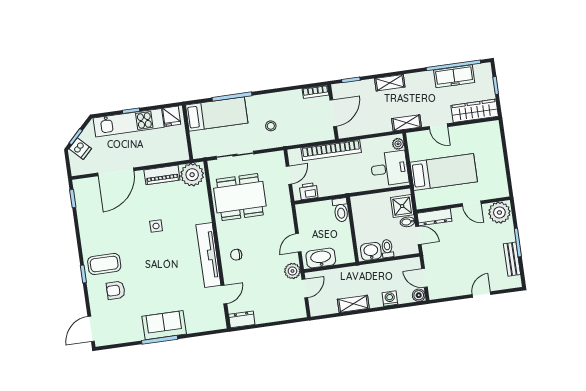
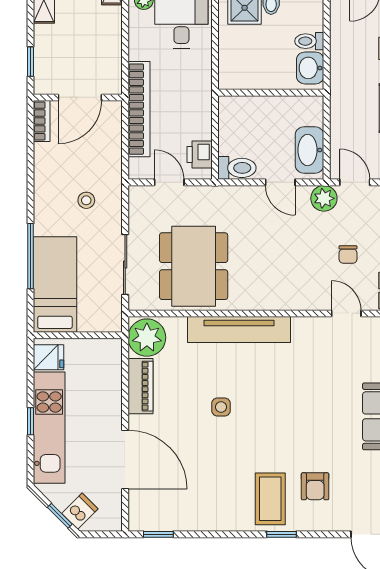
door: (333, 113) -> (80, 97), swing flipped
toilet: (341, 210) -> (237, 168), moved
tv unit: (208, 255) -> (239, 330), moved
chair: (236, 255) -> (348, 254), moved

